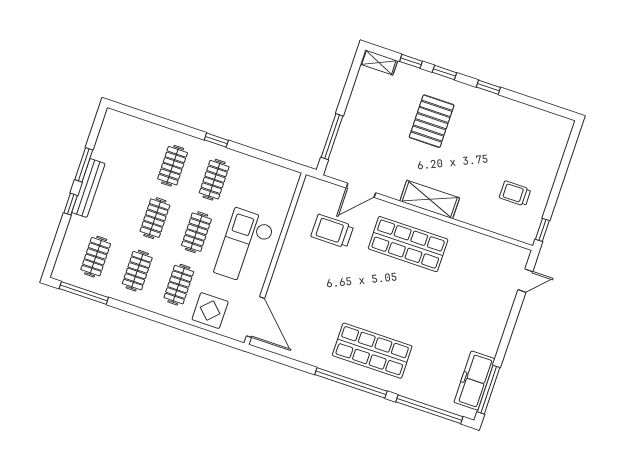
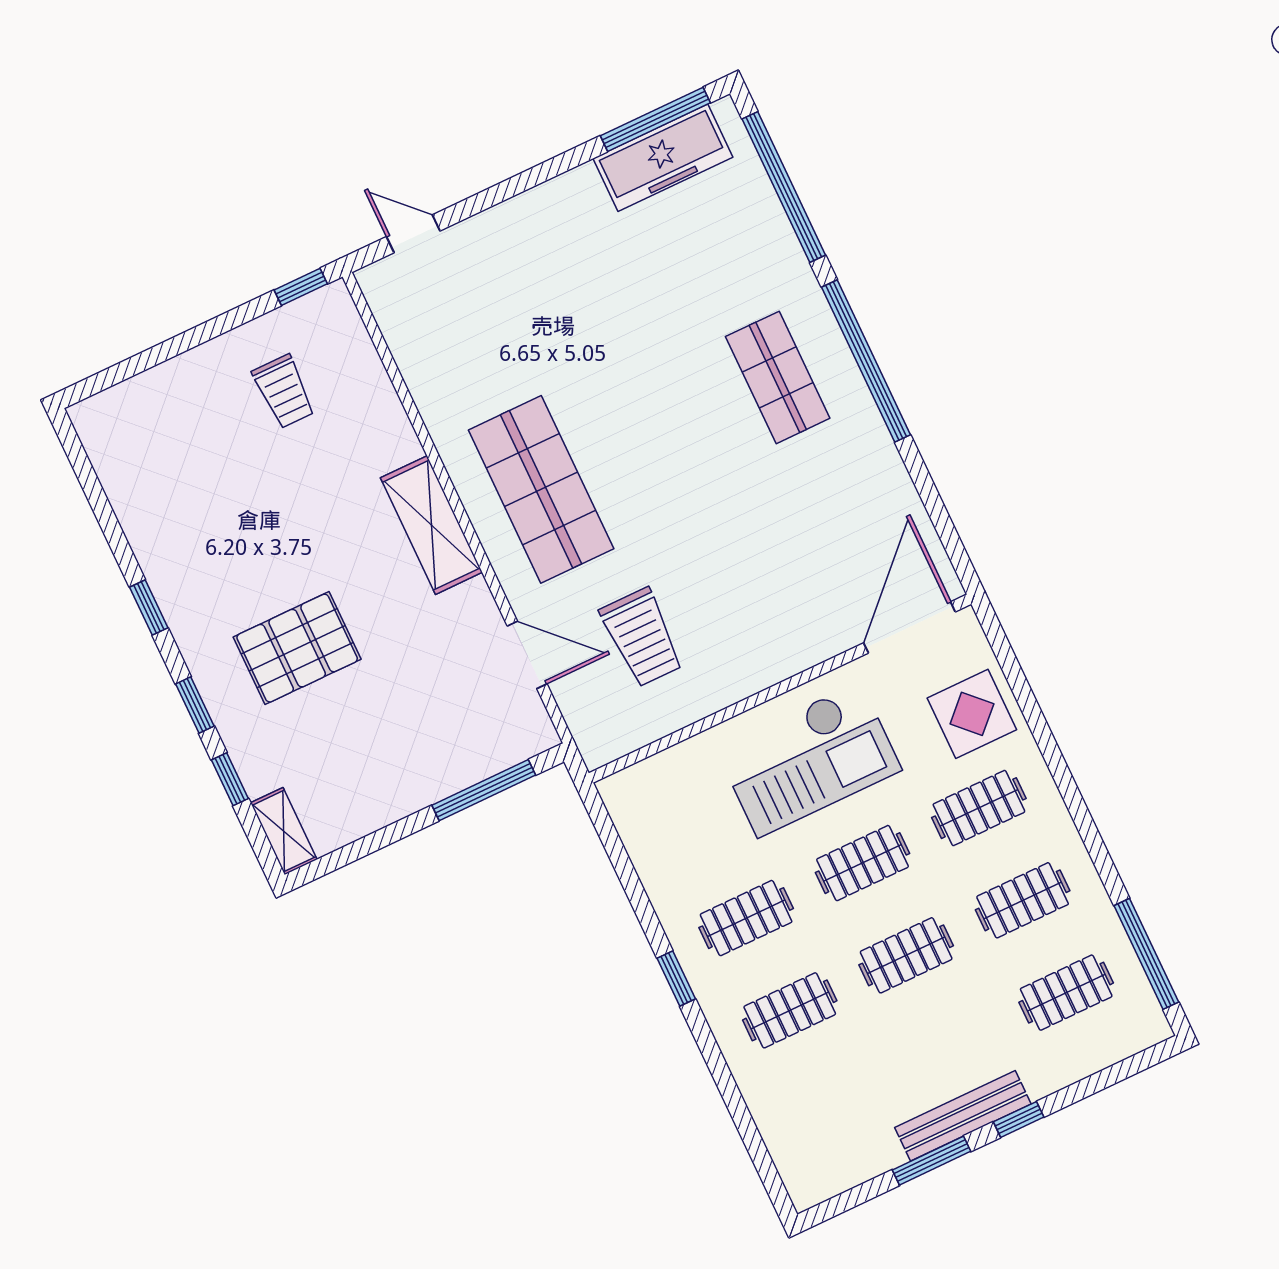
shop shelf: (372, 351) -> (778, 377), width x0.70, depth x0.74

